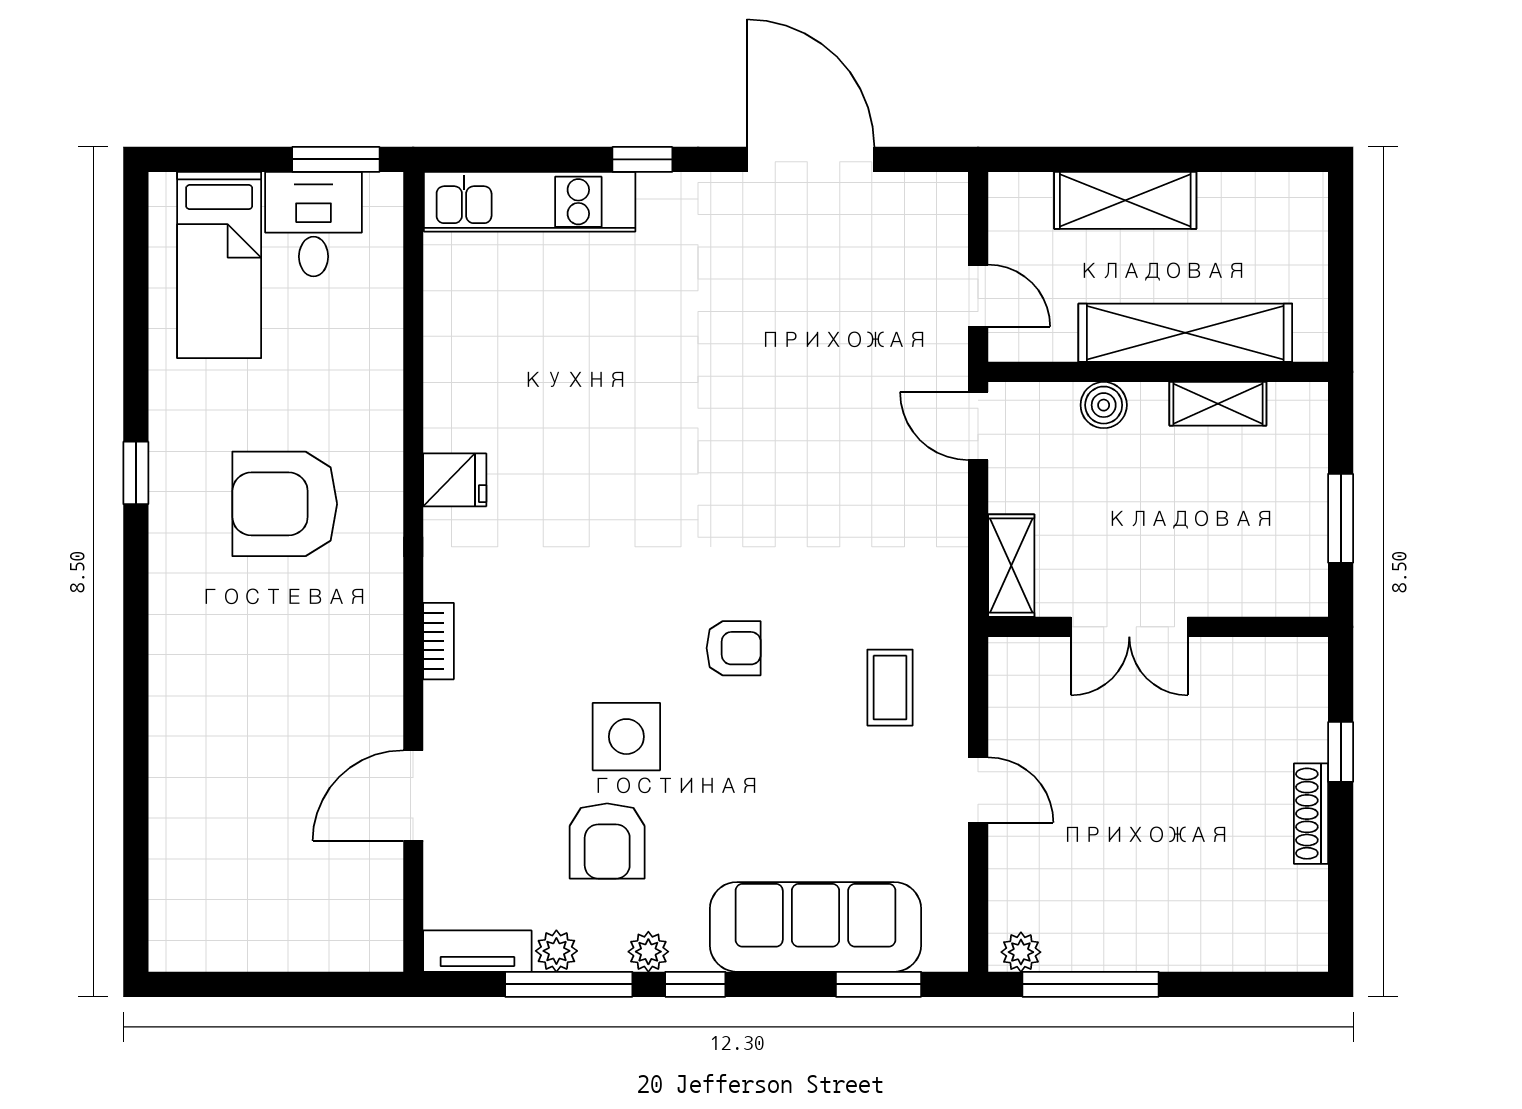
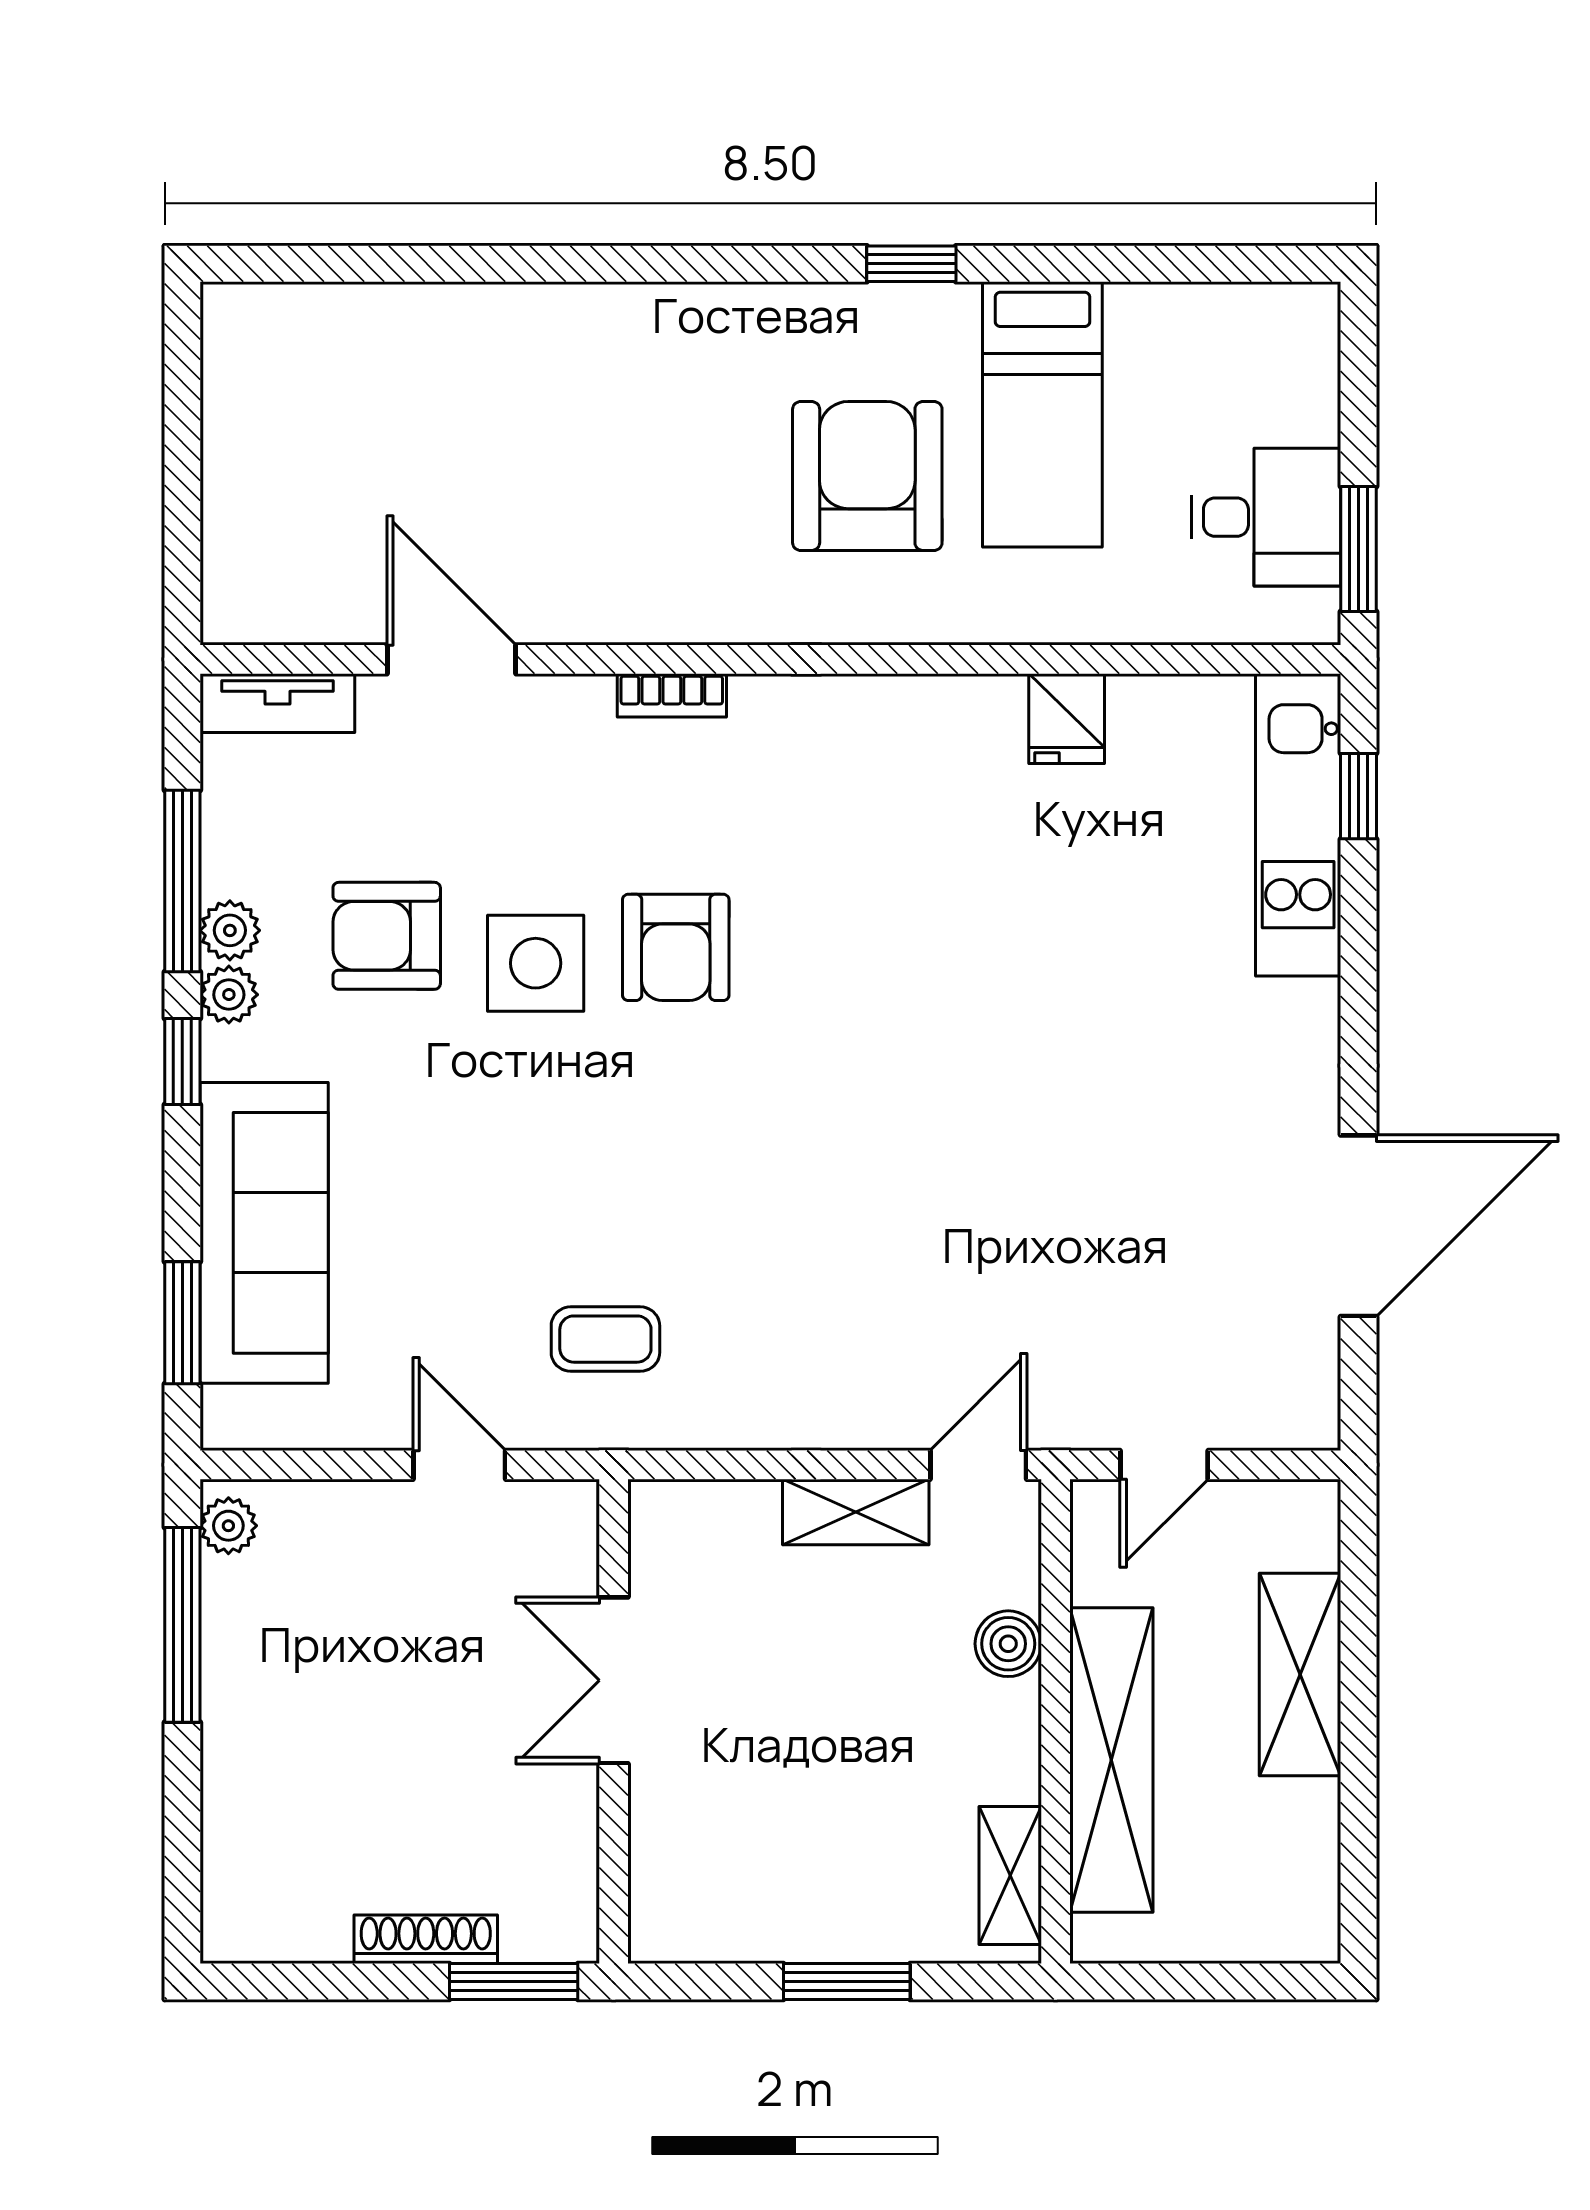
window: (642, 159) -> (1358, 796), moved
bed: (219, 265) -> (1042, 414), moved, turned -90
shelving: (1218, 404) -> (1010, 1876), moved
fridge: (455, 480) -> (1067, 719), moved
shelving: (1011, 566) -> (856, 1512), moved
double door: (1129, 627) -> (614, 1680), moved
wall: (1158, 627) -> (614, 1721), moved
armchair: (734, 648) -> (676, 947), moved, width x1.38, depth x1.38
window: (1341, 752) -> (514, 1982), width x1.50
door: (978, 790) -> (459, 1465), swing flipped
tv unit: (477, 951) -> (277, 703), moved, turned 90
plant: (556, 951) -> (230, 930), moved

